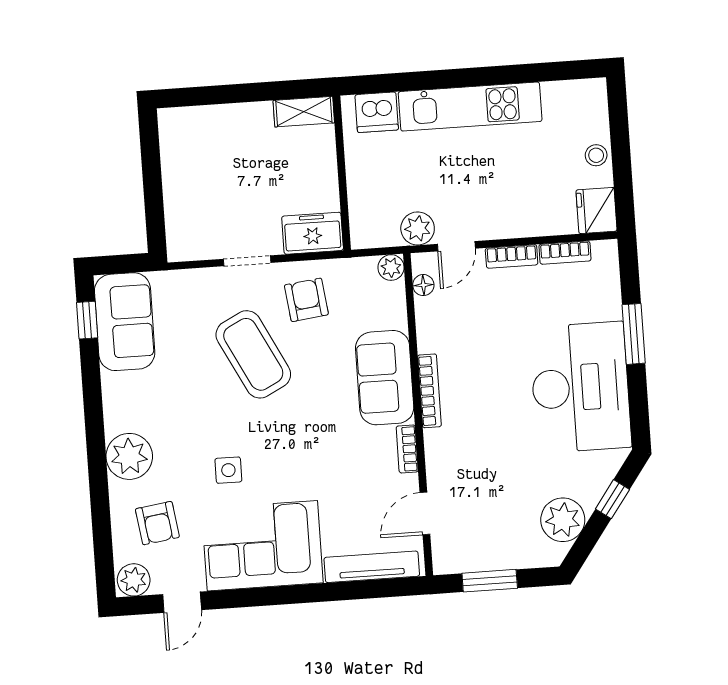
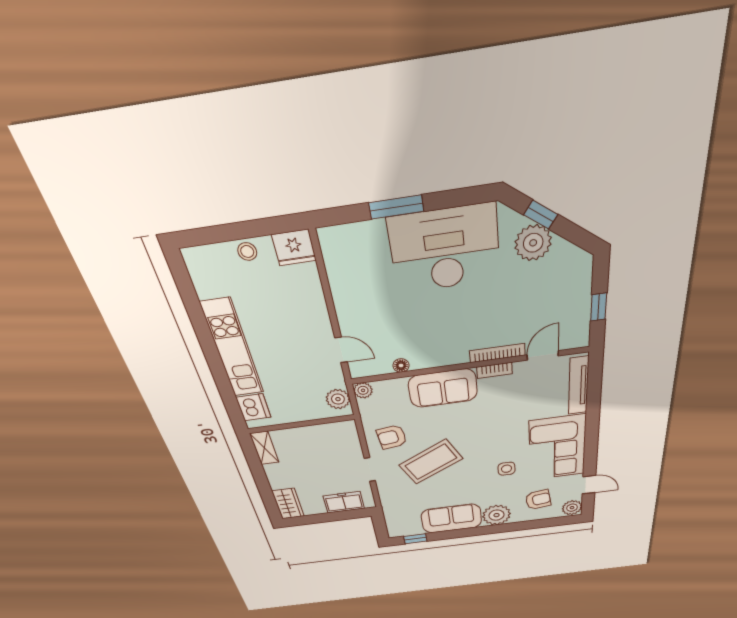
wardrobe: (189, 124) -> (288, 504), added
plant: (418, 228) -> (338, 399), moved
freezer: (313, 233) -> (344, 502), moved, turned 90
bookcase: (565, 253) -> (334, 271), removed
bookcase: (512, 256) -> (343, 311), removed
floor lamp: (423, 285) -> (401, 365), moved
sofa: (125, 322) -> (451, 519), moved
bookcase: (429, 391) -> (497, 353), moved
door: (425, 513) -> (543, 355), swing flipped
plant: (563, 520) -> (533, 243), moved
window: (490, 581) -> (599, 307), width x0.67

